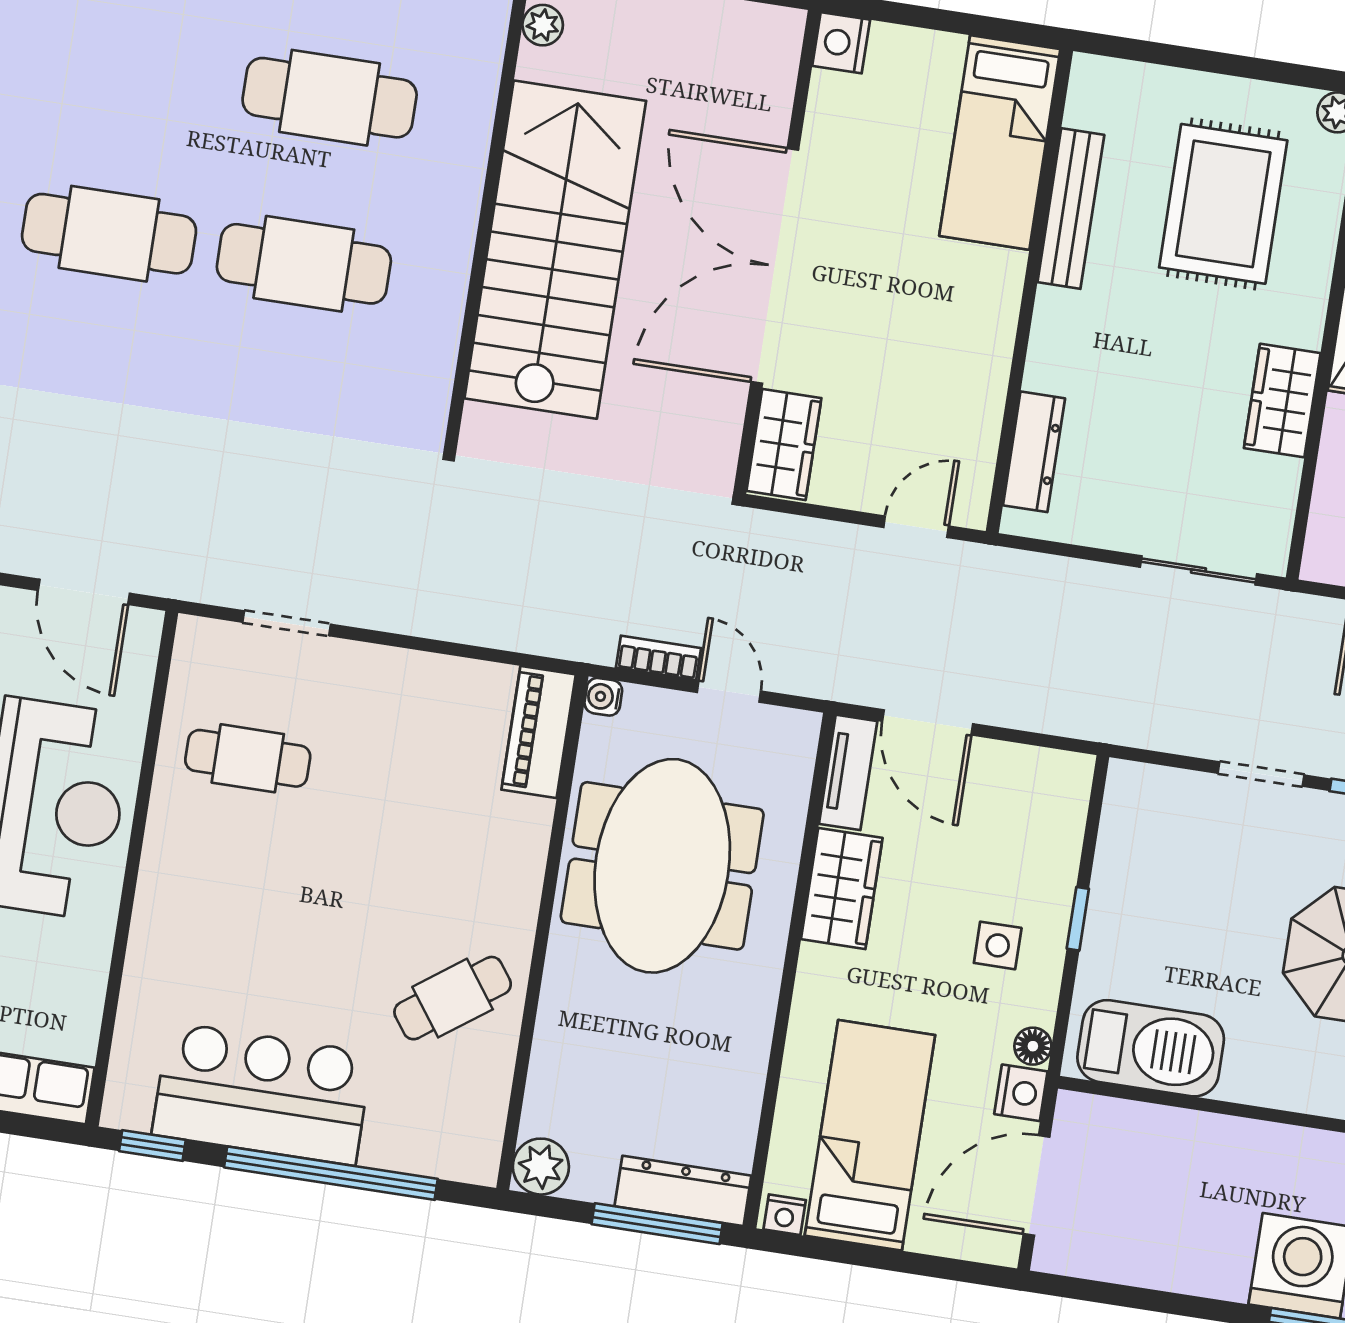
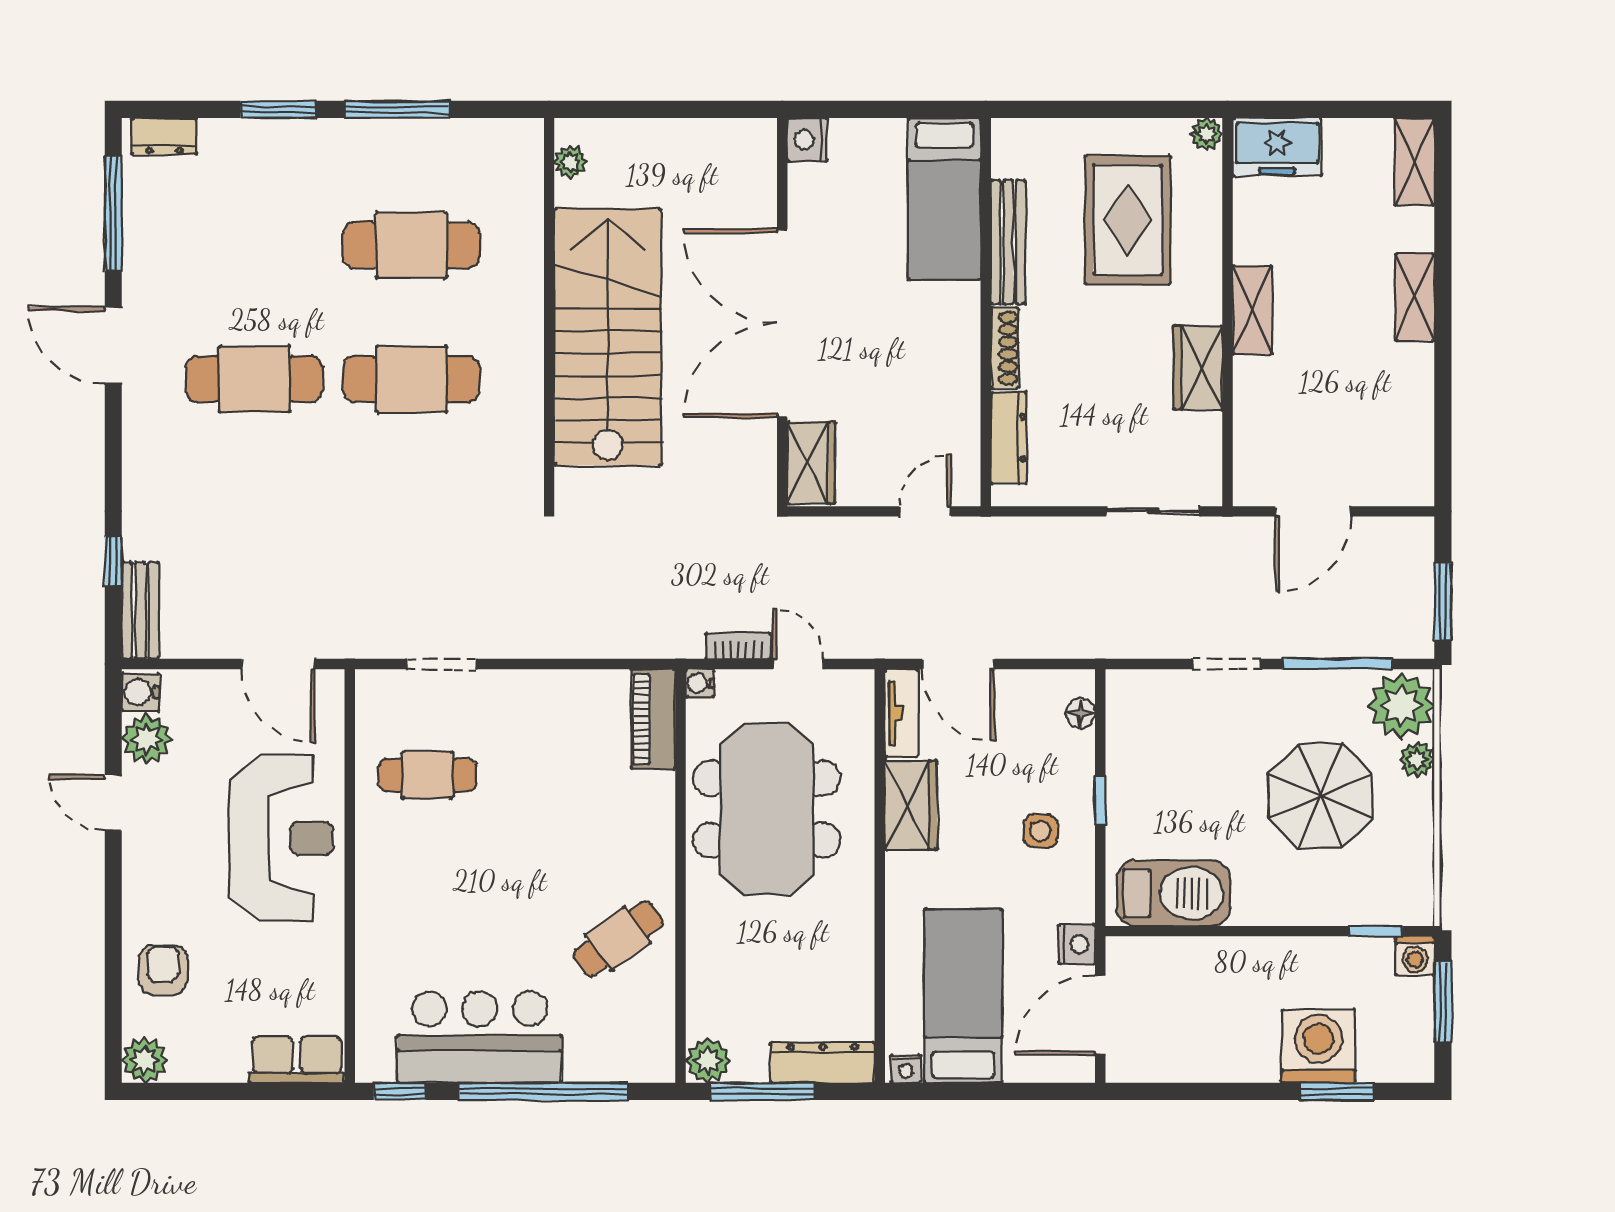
shoe rack: (1046, 339) -> (1005, 348), added
floor lamp: (1033, 1046) -> (1080, 713), moved
window: (657, 1224) -> (762, 1091), moved

